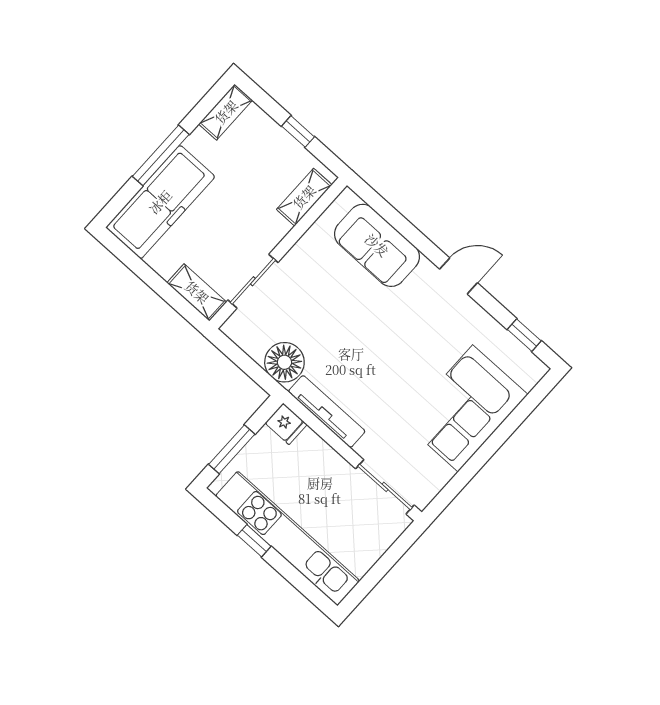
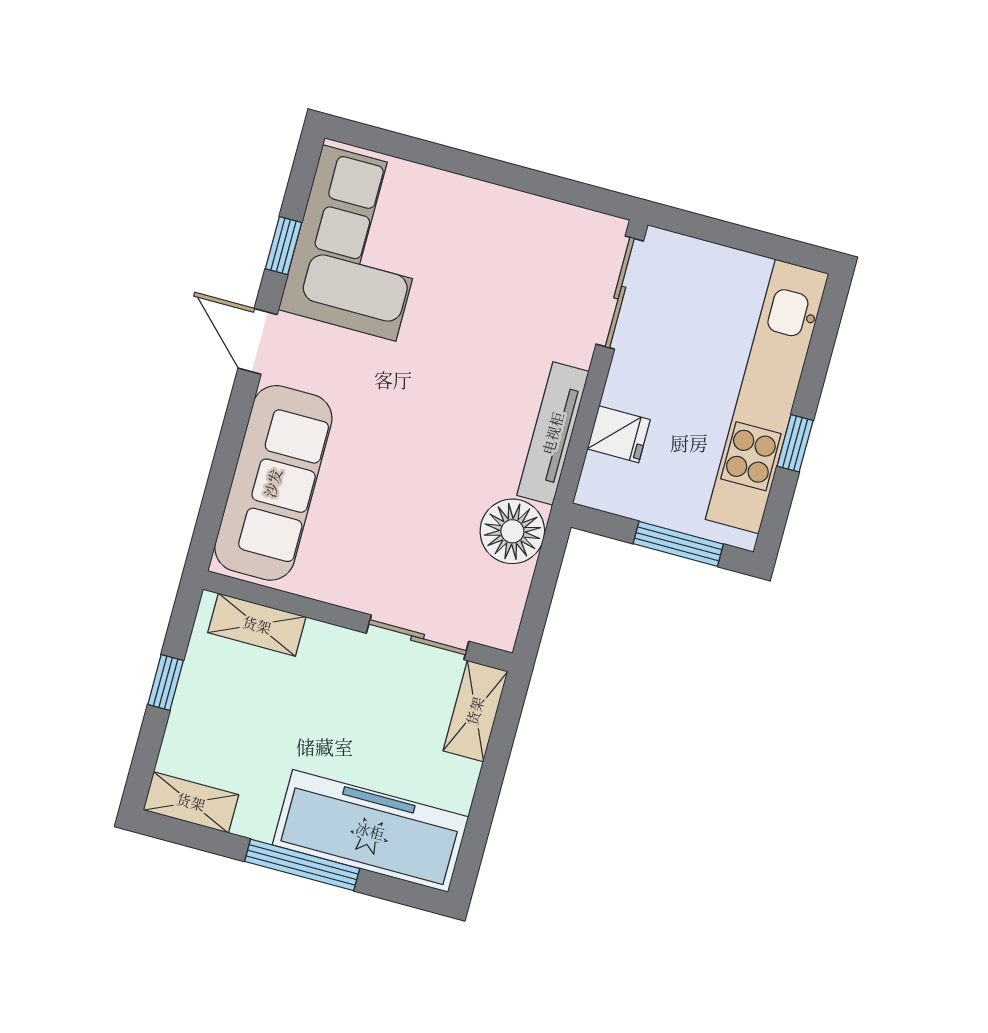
sofa: (377, 245) -> (273, 483), width x1.36
window: (524, 335) -> (283, 246), moved
corner sofa: (465, 408) -> (359, 243), moved, turned -90
fridge: (286, 424) -> (619, 434), moved, turned 90

